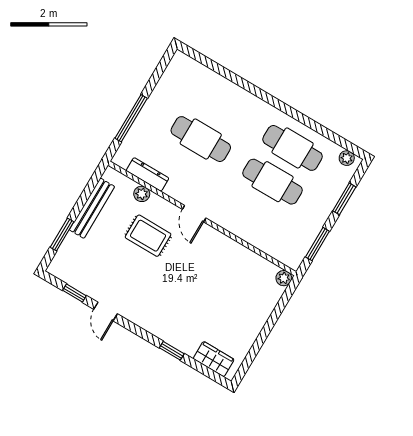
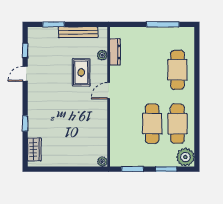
window: (131, 118) -> (163, 24), moved
cafe table: (201, 139) -> (177, 70), moved
plant: (347, 158) -> (185, 157), width x1.88, depth x1.88

